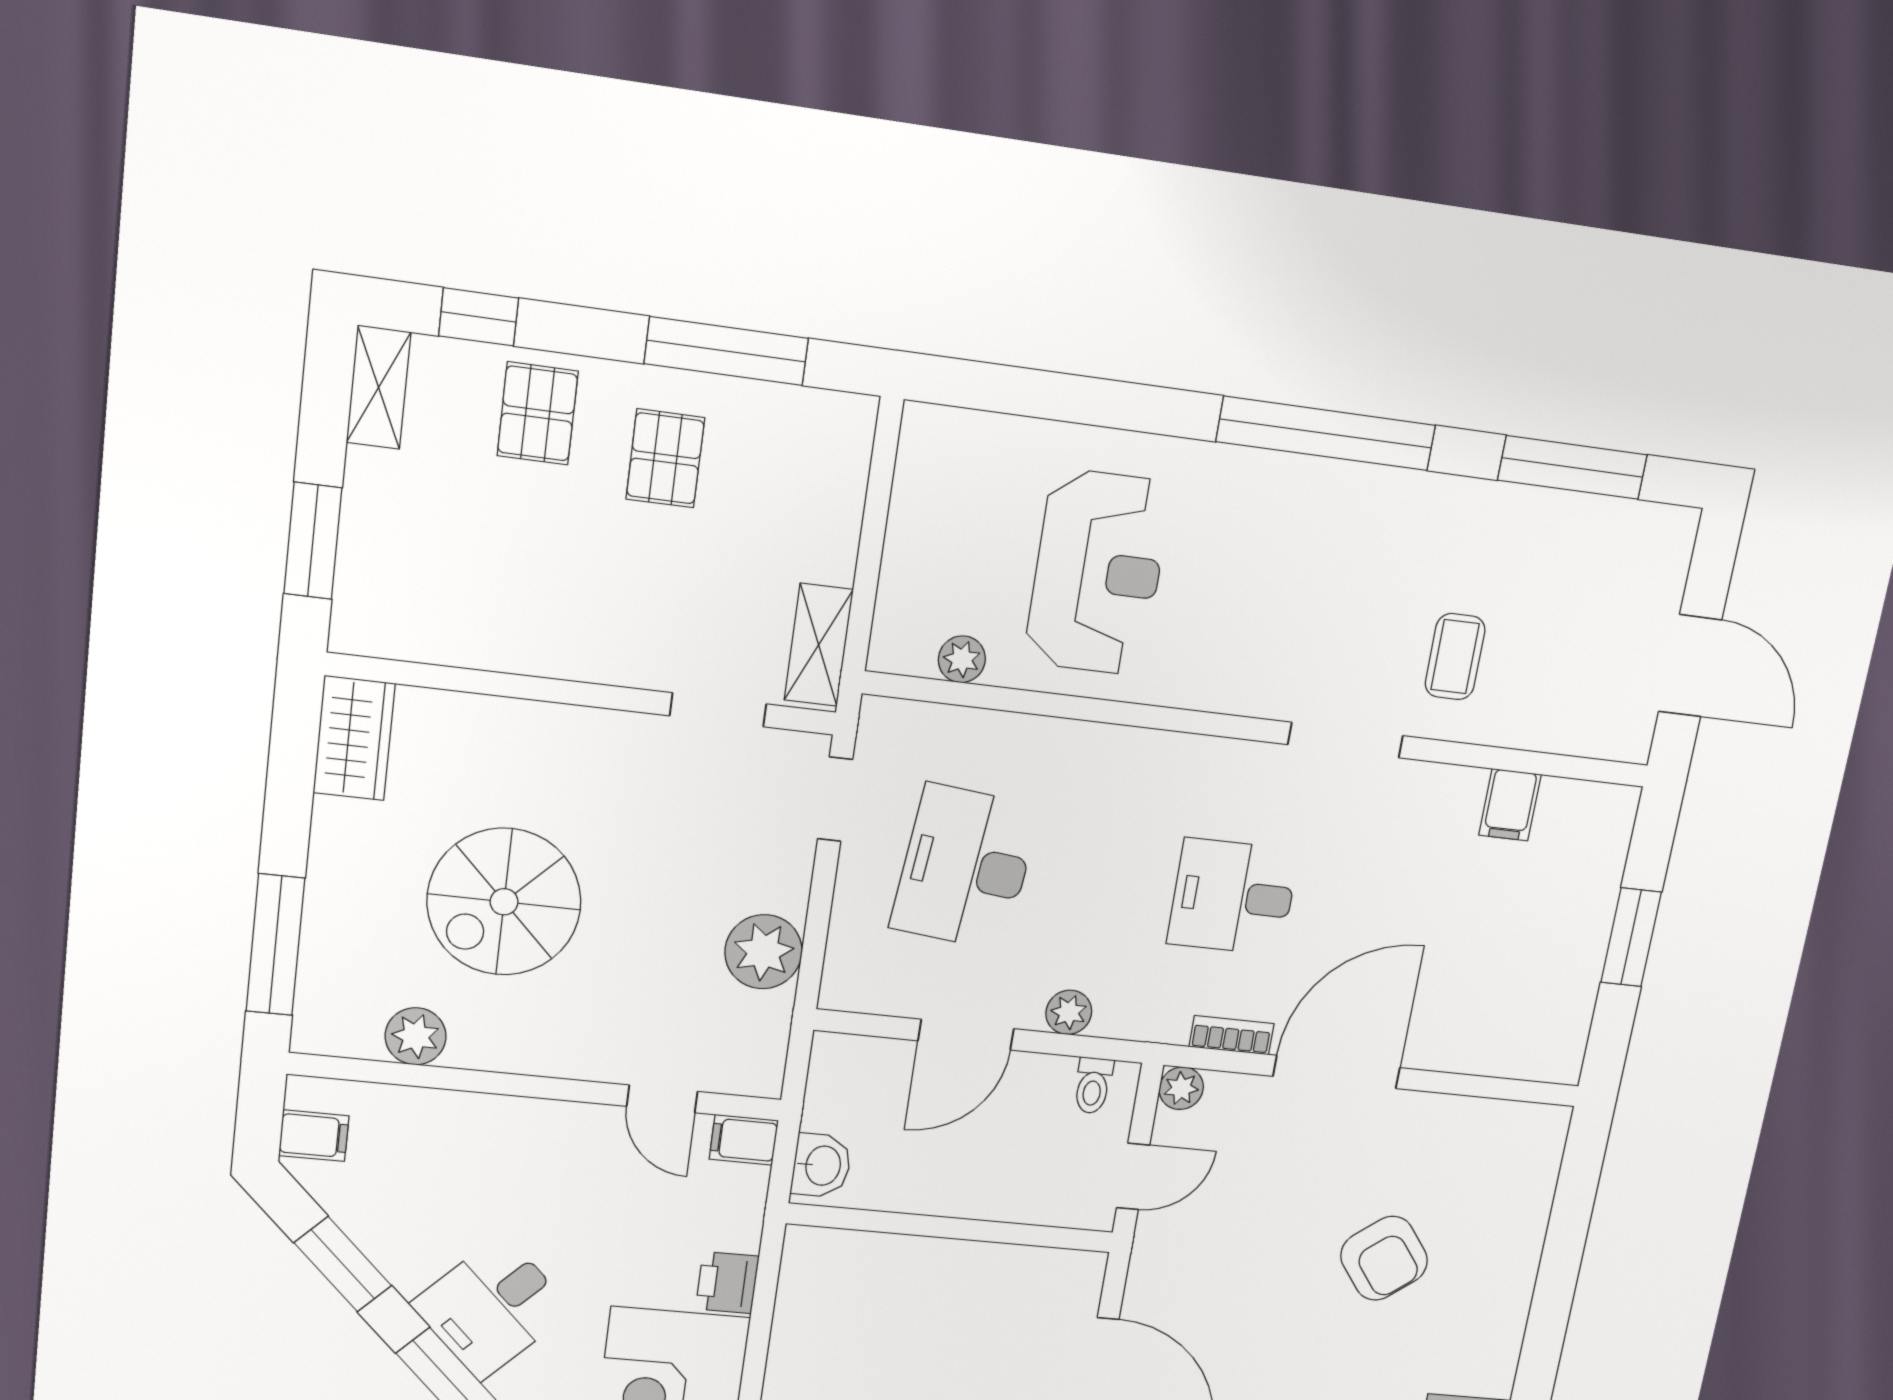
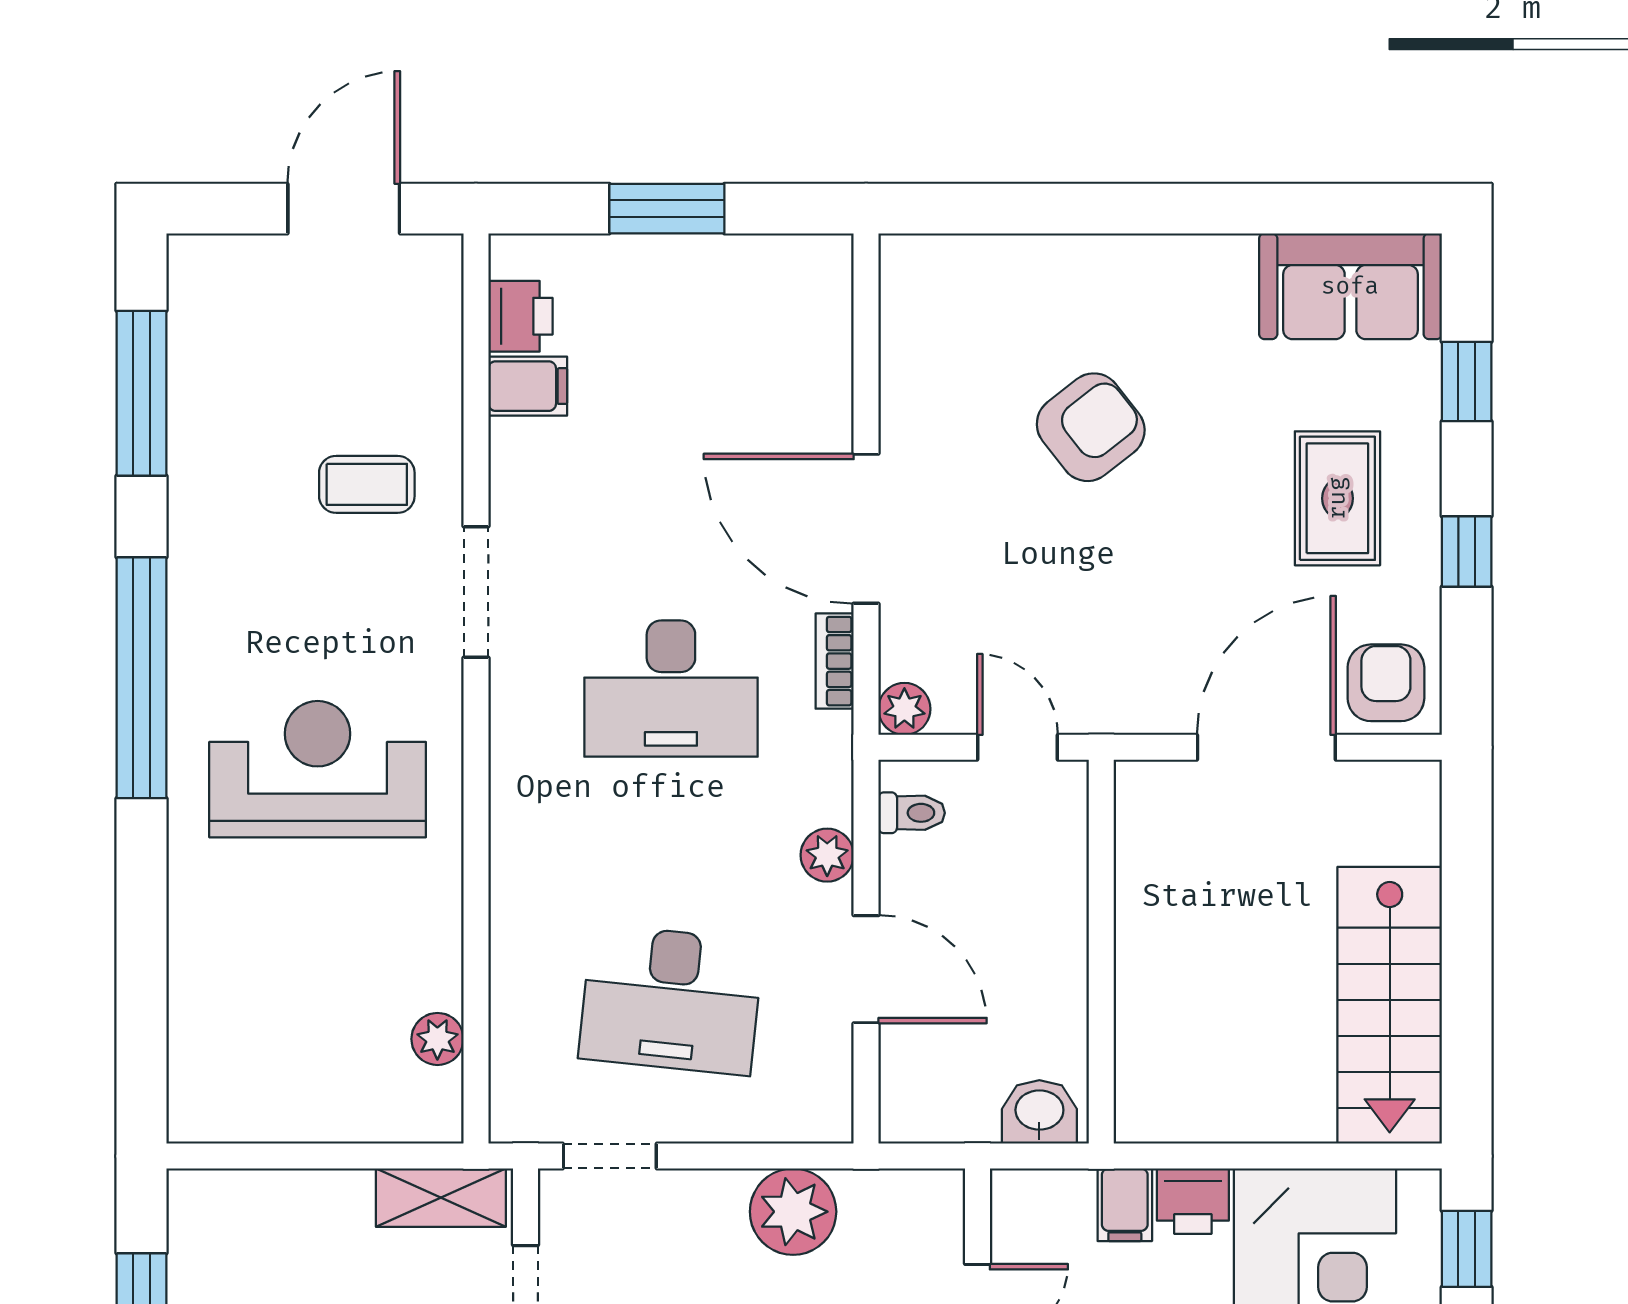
reception desk: (1098, 573) -> (318, 769), moved
printer: (1569, 805) -> (520, 316), added
desk: (1233, 897) -> (671, 689), width x1.37
filing cabinet: (744, 1140) -> (1125, 1205), moved

